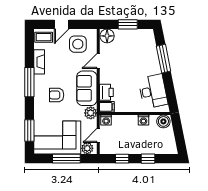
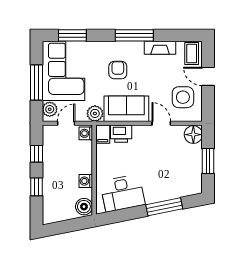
door: (98, 135) -> (66, 123), hinge flipped

